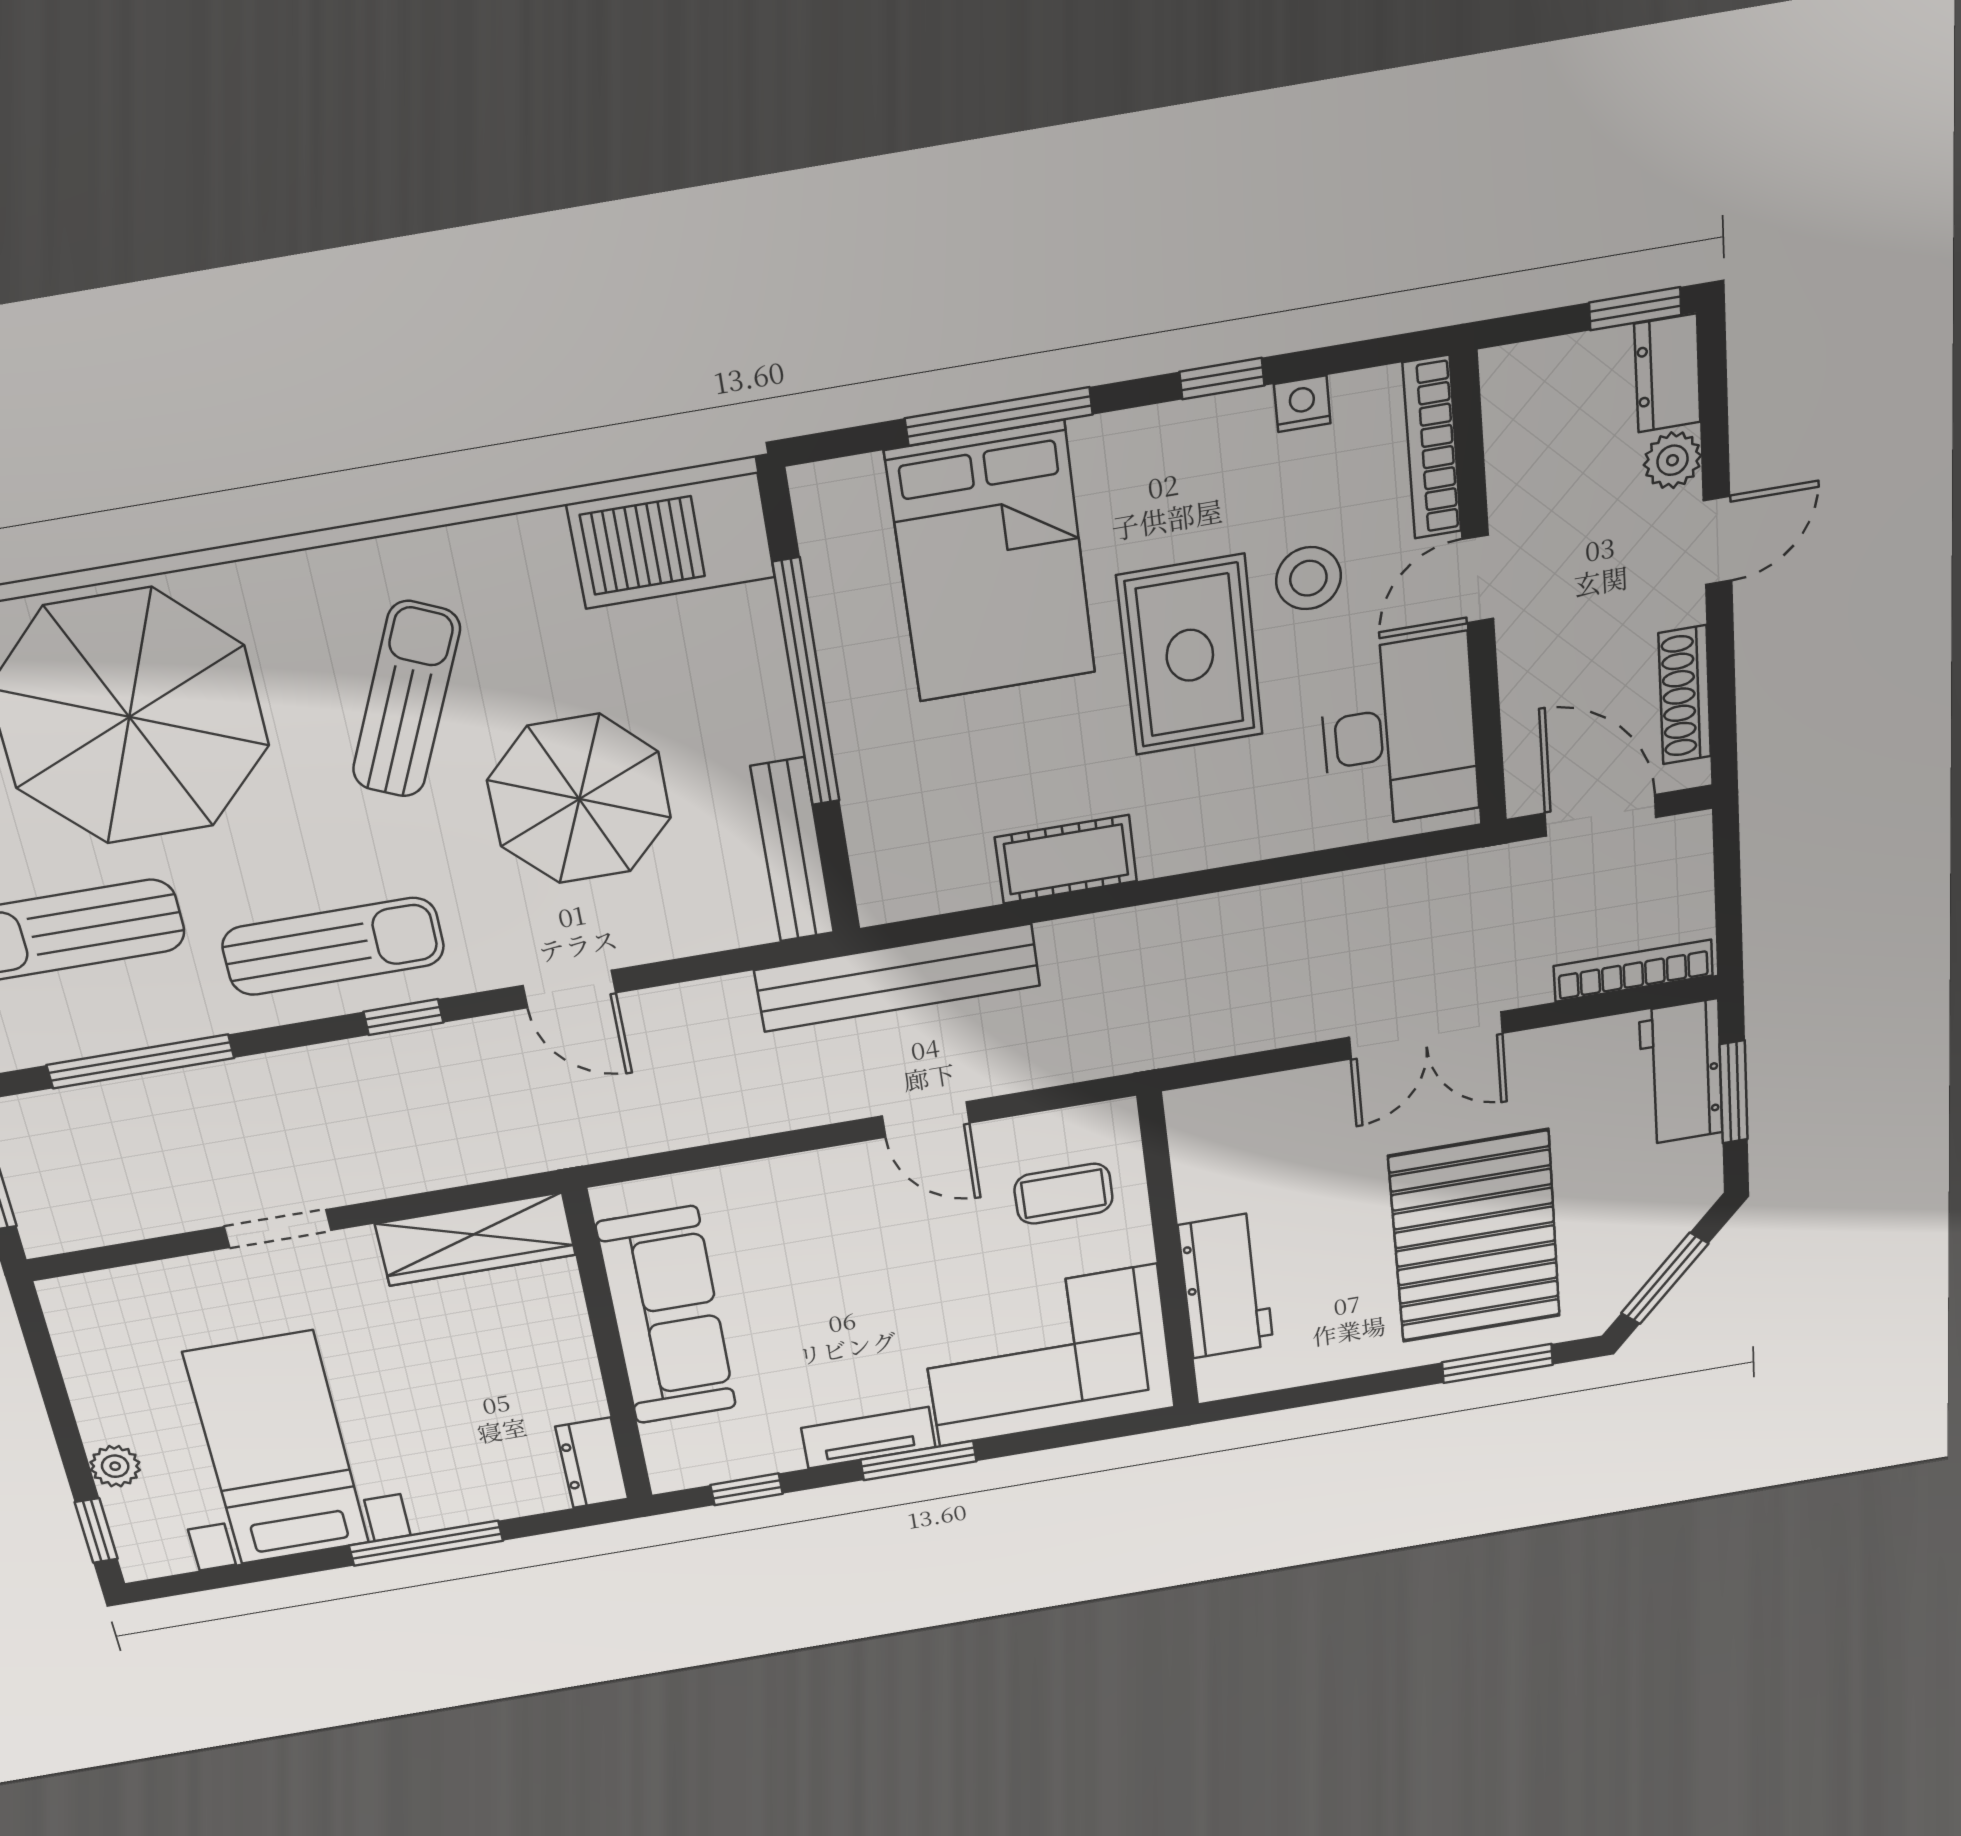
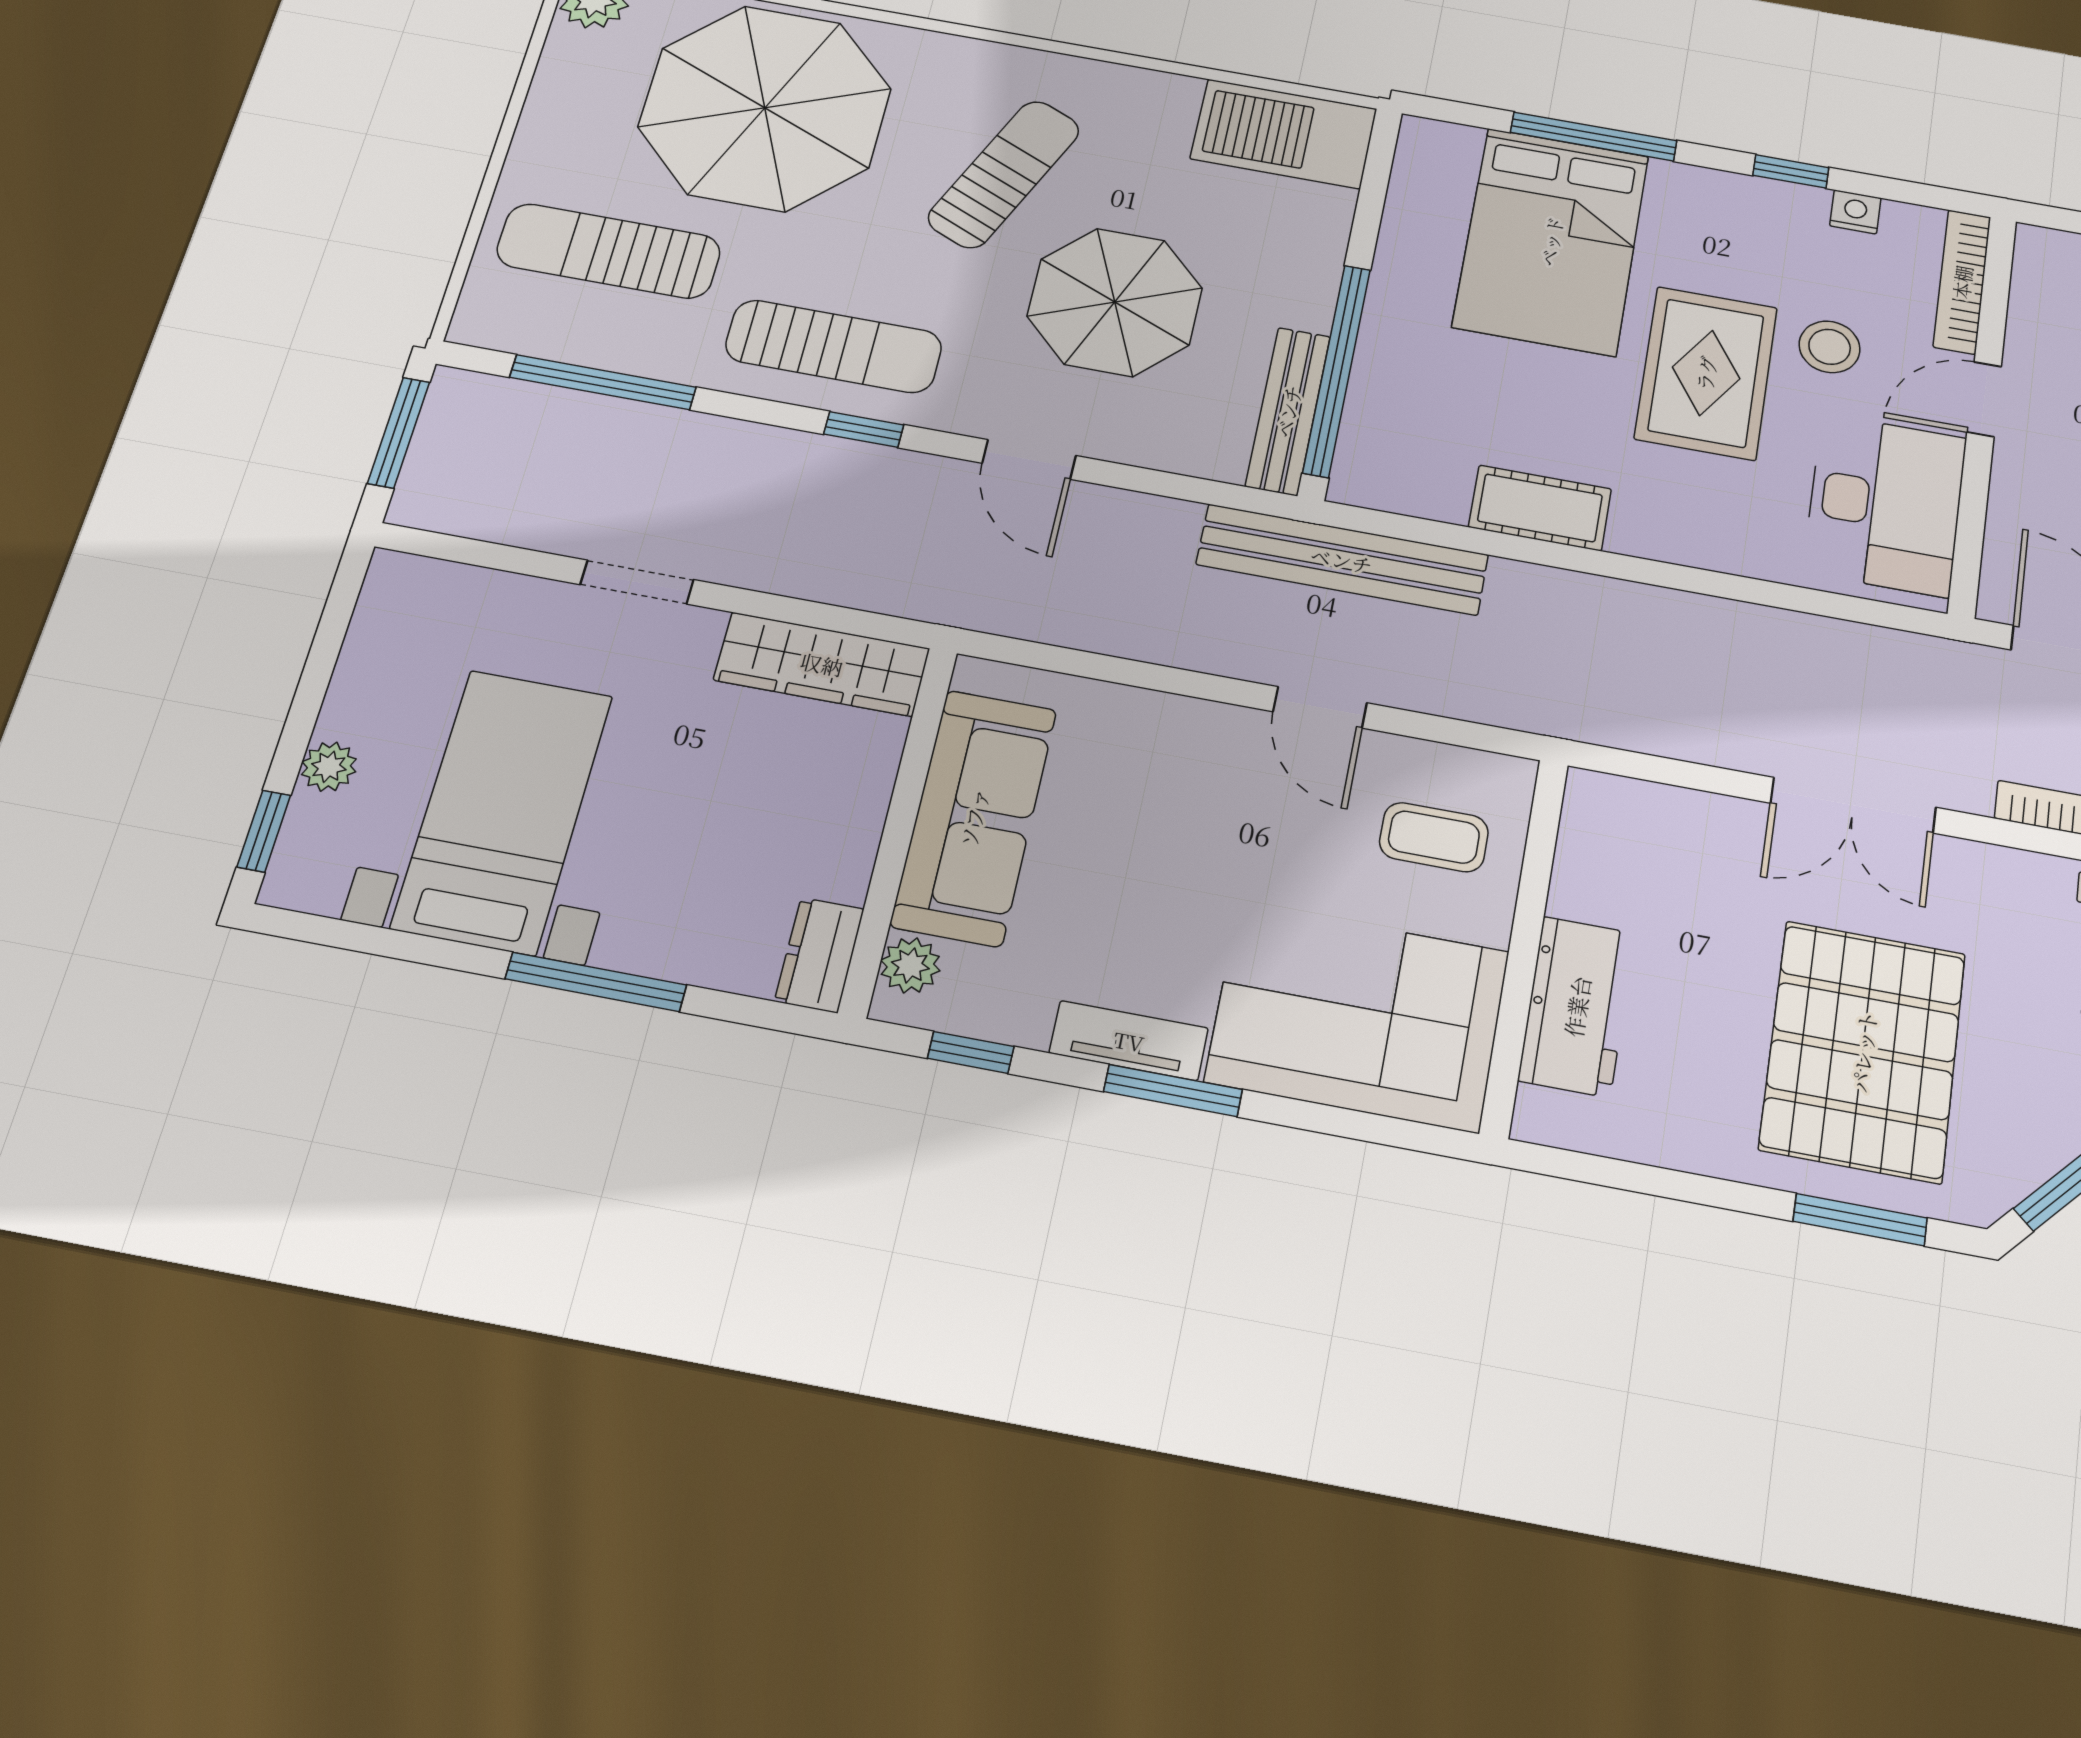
window: (806, 683) -> (1337, 370), moved
plant: (669, 1445) -> (910, 965), added

